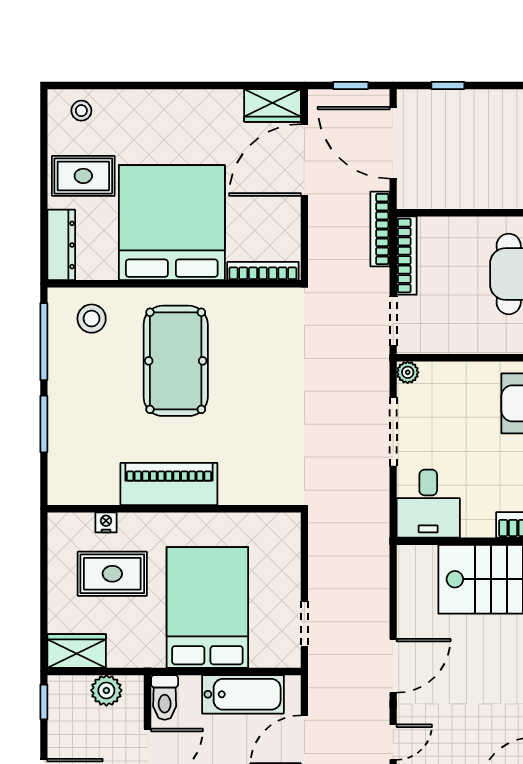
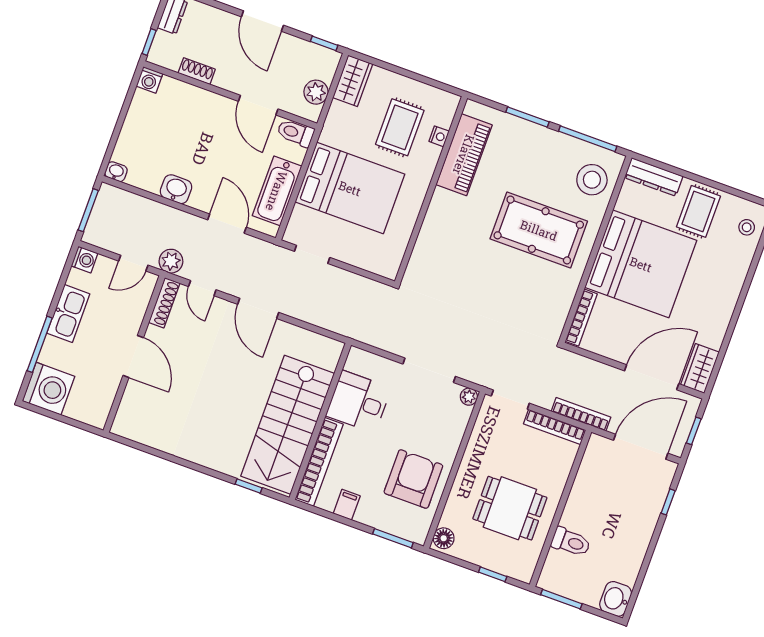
door: (304, 160) -> (652, 377), hinge flipped
stool: (92, 319) -> (592, 180), width x1.38, depth x1.38
piano: (169, 484) -> (464, 155), moved
desk: (428, 504) -> (358, 402), moved

